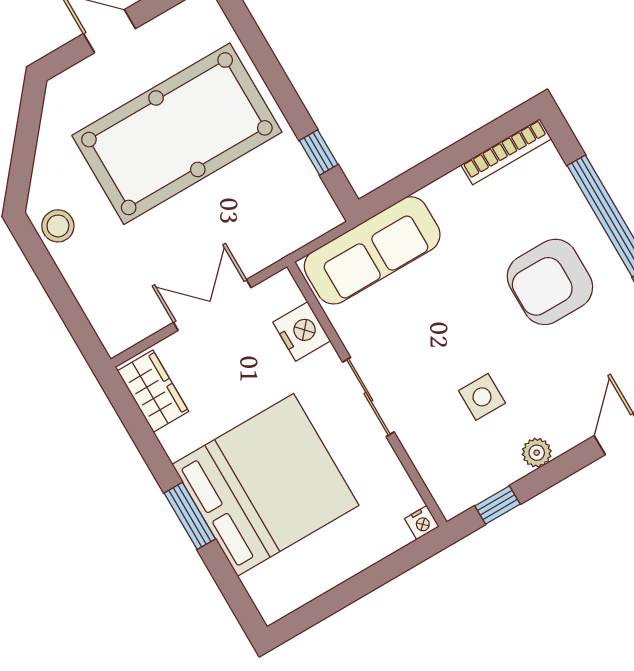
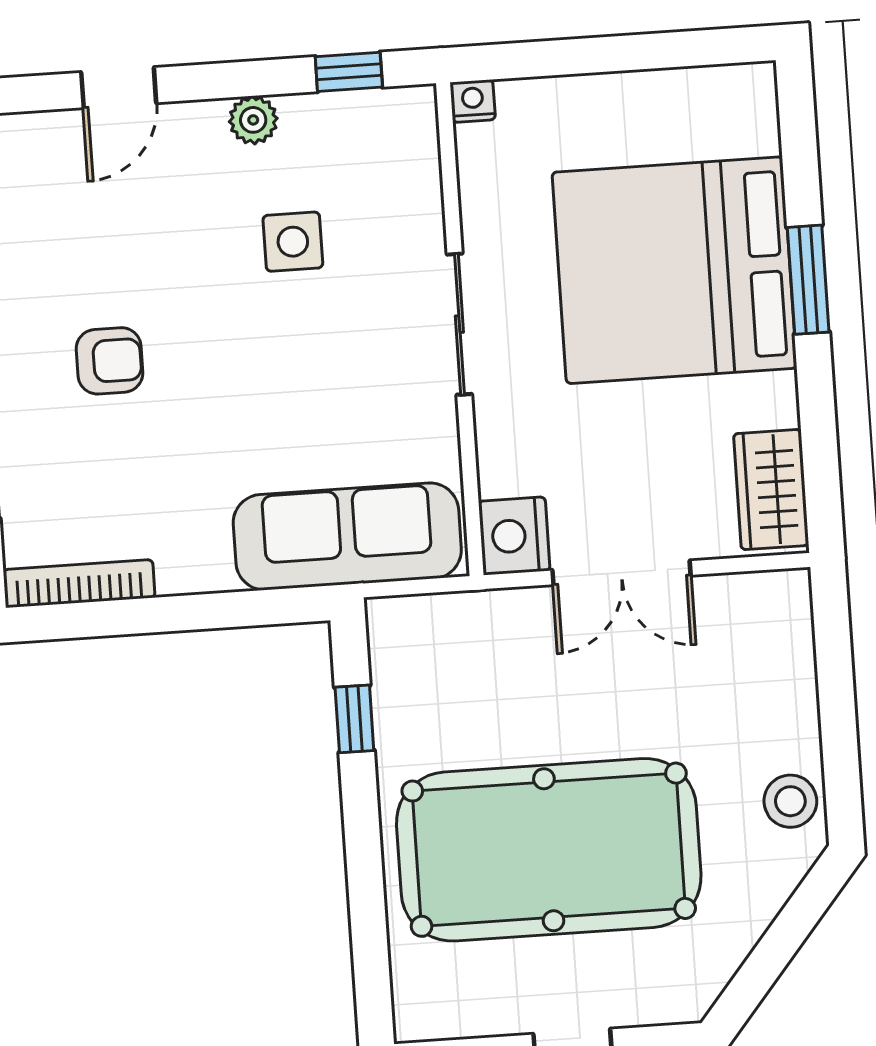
armchair: (550, 282) -> (110, 361), width x0.53, depth x0.53
nightstand: (302, 332) -> (514, 536), moved

